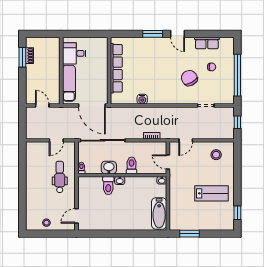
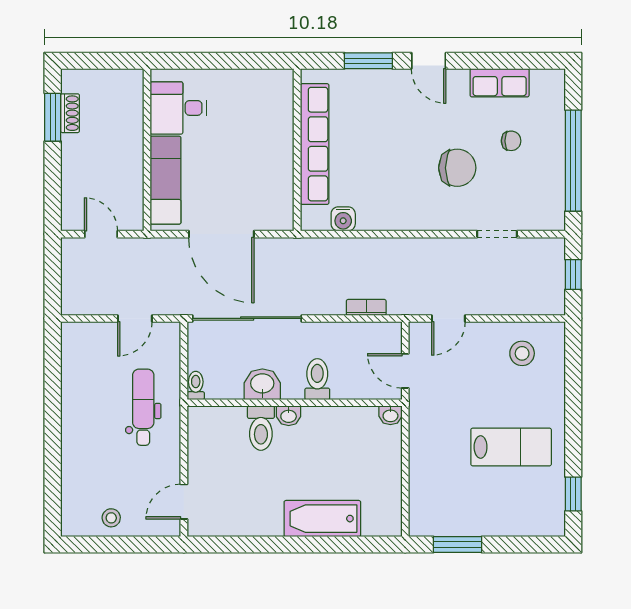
row of seats: (116, 68) -> (315, 144), moved
wall: (109, 71) -> (297, 150), moved
chair: (189, 78) -> (457, 168), turned 118
bathtub: (159, 213) -> (322, 519), moved, turned 90

